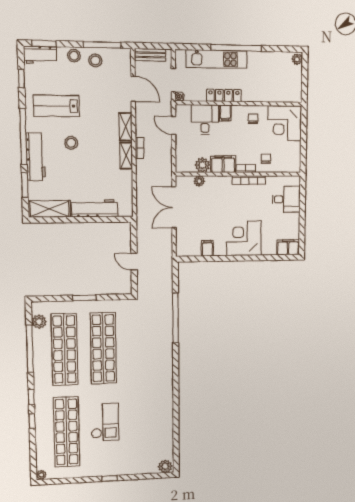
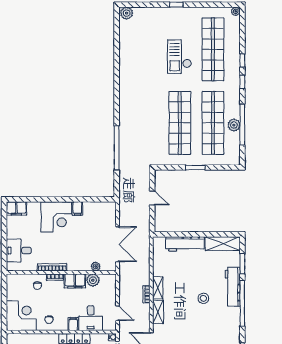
lab bench: (57, 106) -> (215, 328), removed
filing cabinet: (207, 248) -> (77, 209), moved
plant: (39, 322) -> (234, 125), moved

